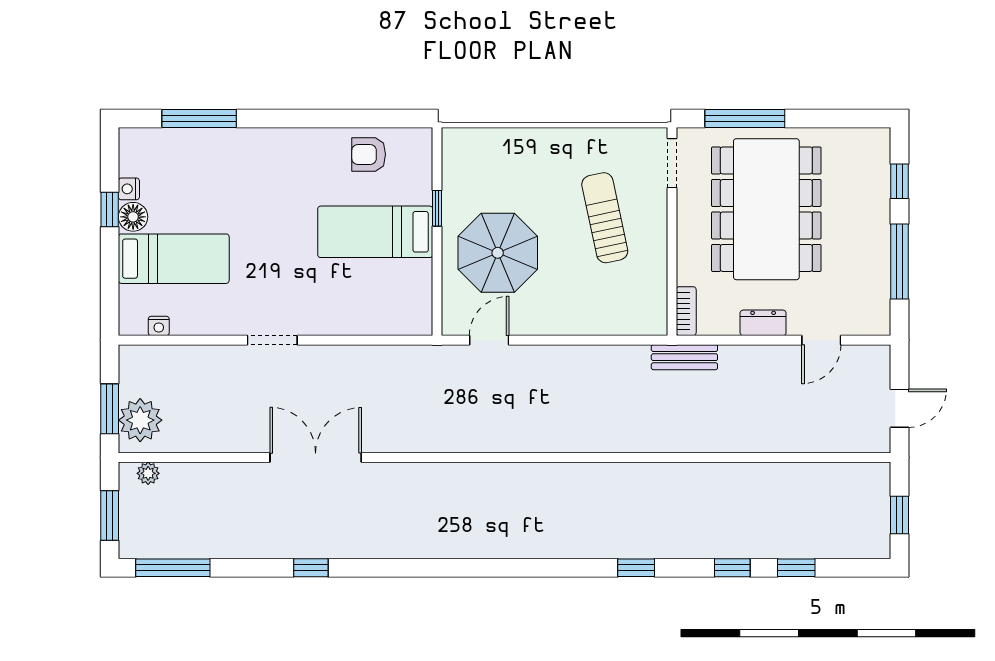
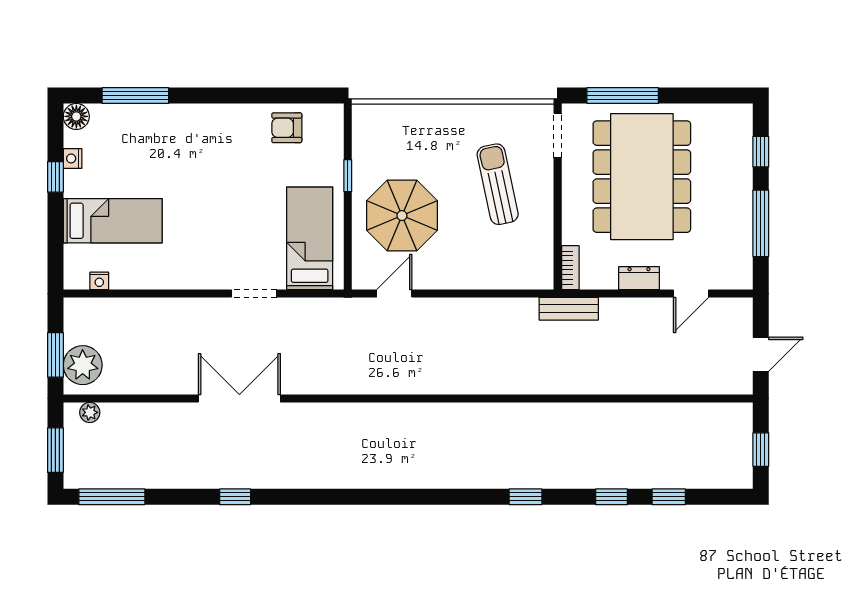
floor lamp: (133, 217) -> (76, 116), moved
bed: (375, 232) -> (310, 238), moved, turned 90
doorway: (272, 340) -> (254, 294), moved

